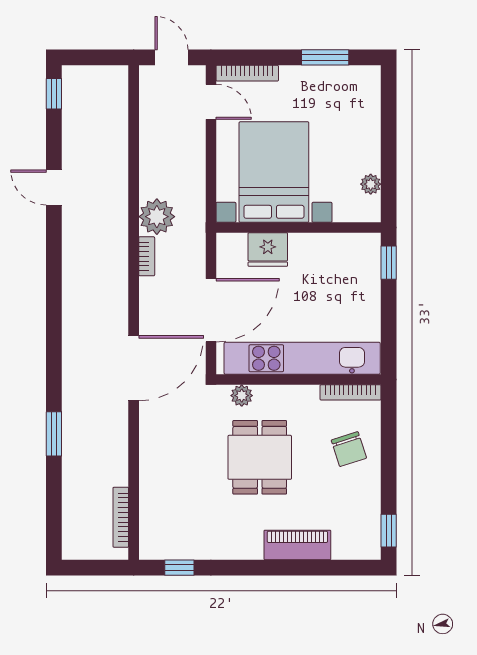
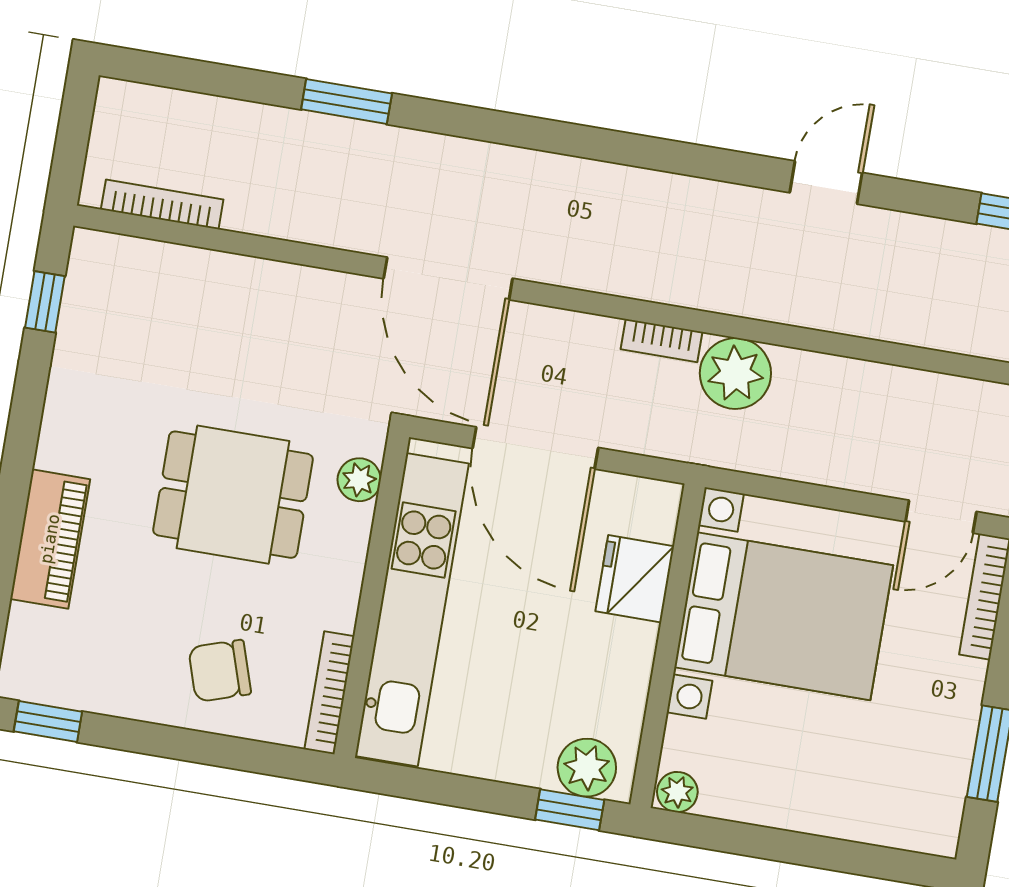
plant: (371, 184) -> (677, 792), moved
plant: (366, 258) -> (587, 768), added

